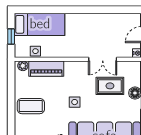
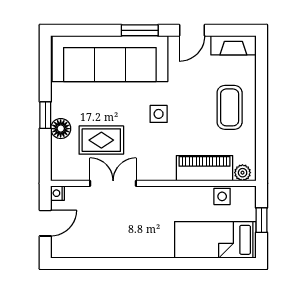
coffee table: (31, 106) -> (230, 107), turned 90

